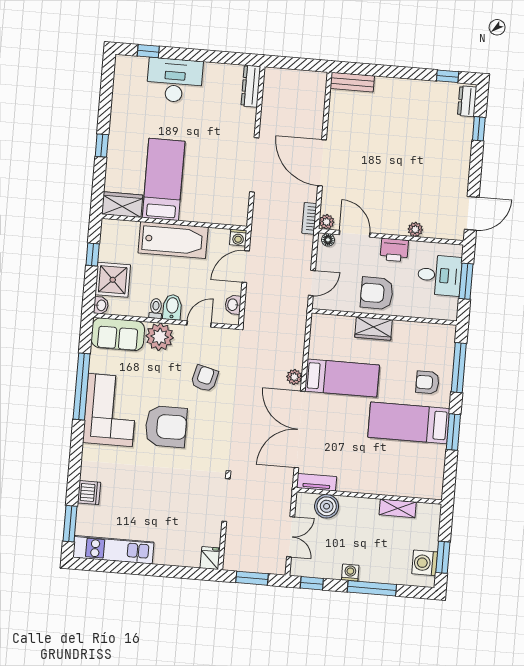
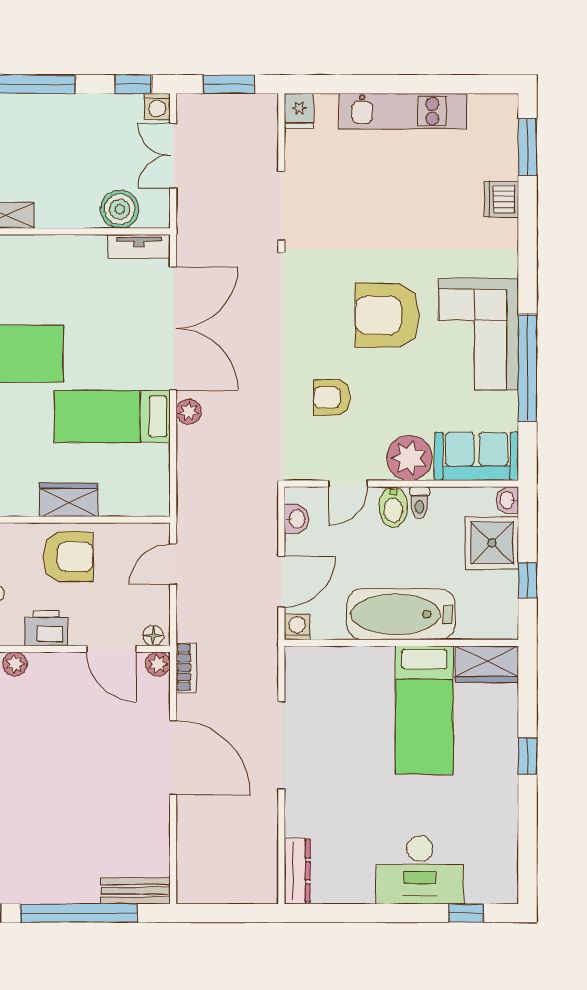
window: (389, 71) -> (79, 913), added
armchair: (205, 378) -> (332, 397), turned 76
kitchen unit: (113, 550) -> (403, 111), moved
washing machine: (350, 573) -> (157, 106), moved

